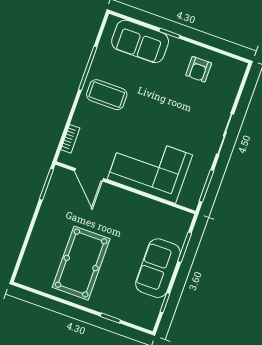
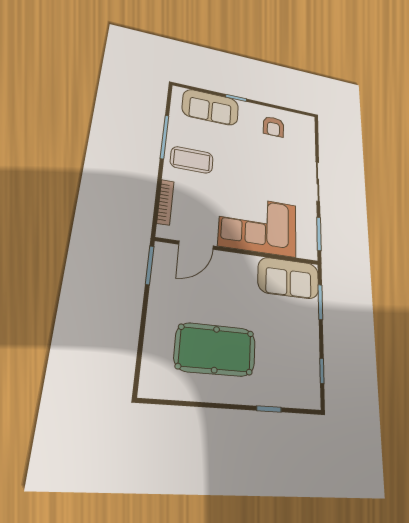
bookcase: (70, 139) -> (165, 202), width x1.56
door: (89, 175) -> (196, 245), hinge flipped
pool table: (81, 263) -> (215, 350), turned 90
sofa: (158, 268) -> (289, 278), moved, turned -90

